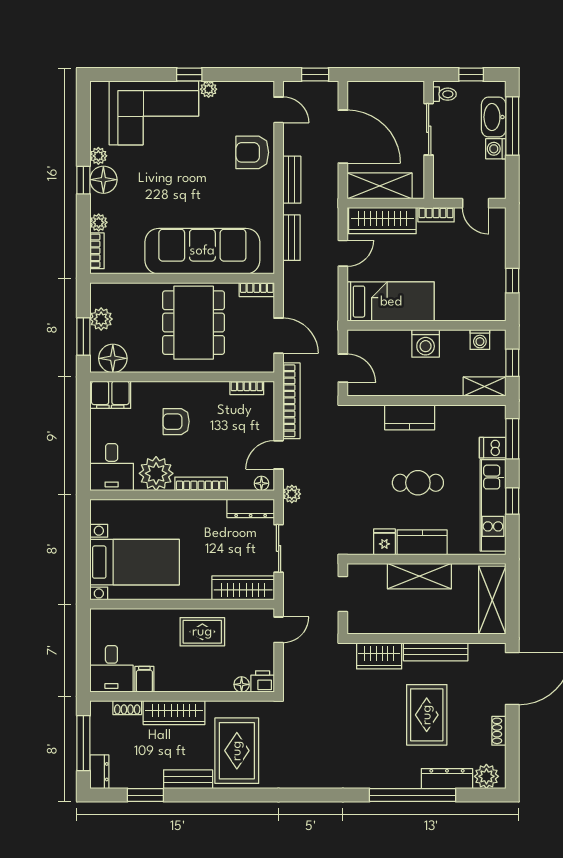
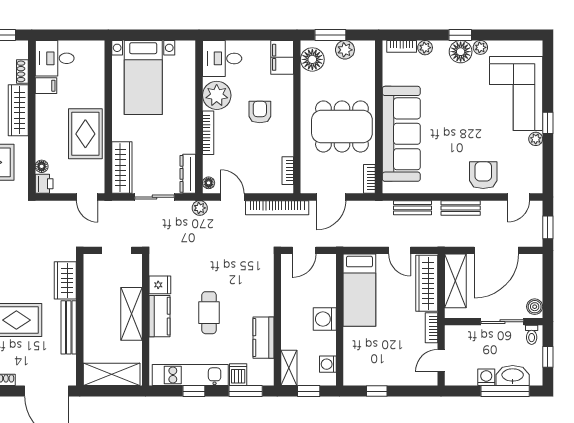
boiler: (411, 90) -> (535, 307), added
kitchen counter: (410, 417) -> (263, 338), moved
rug: (202, 632) -> (85, 134), width x1.36, depth x1.43

